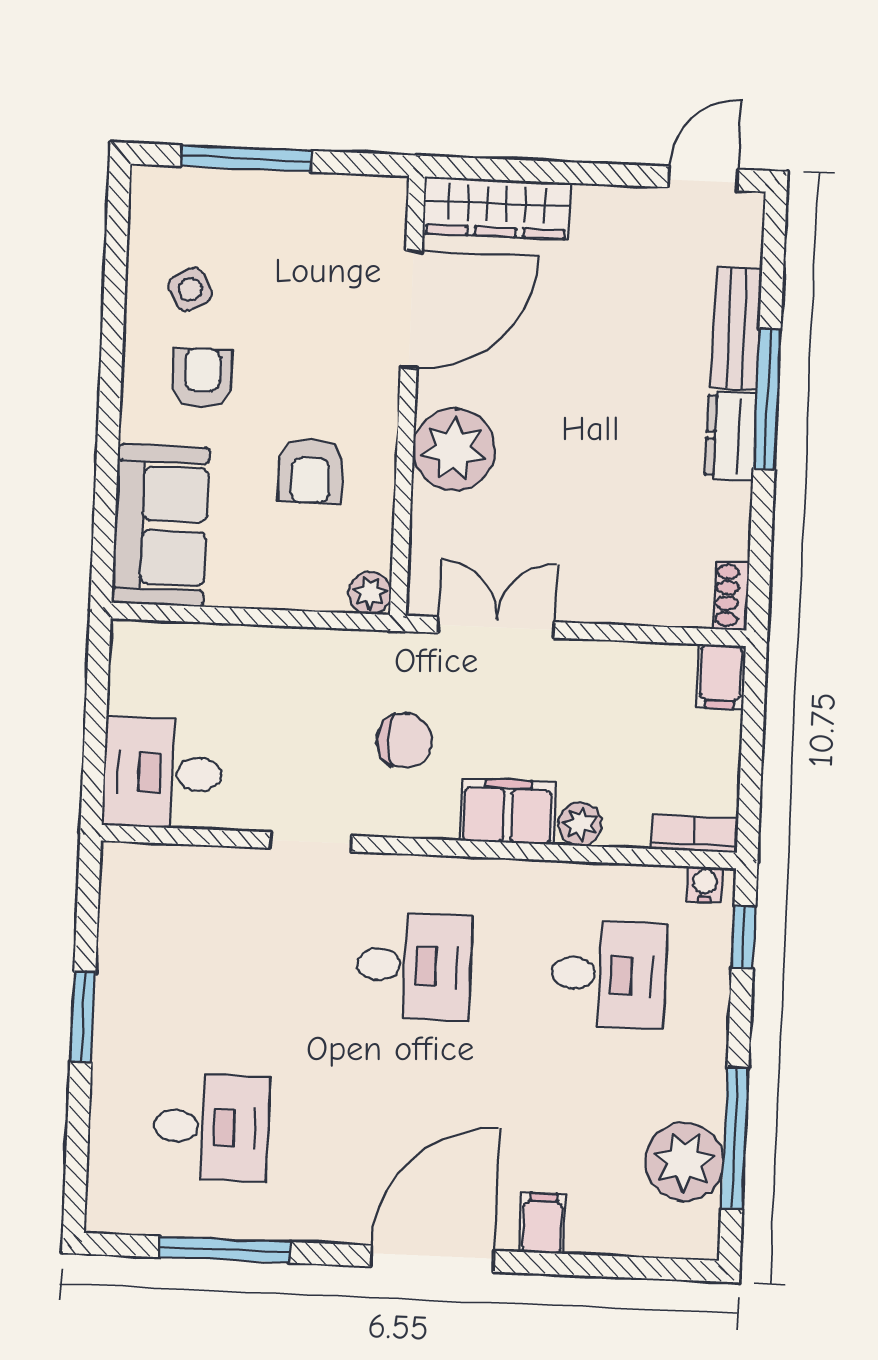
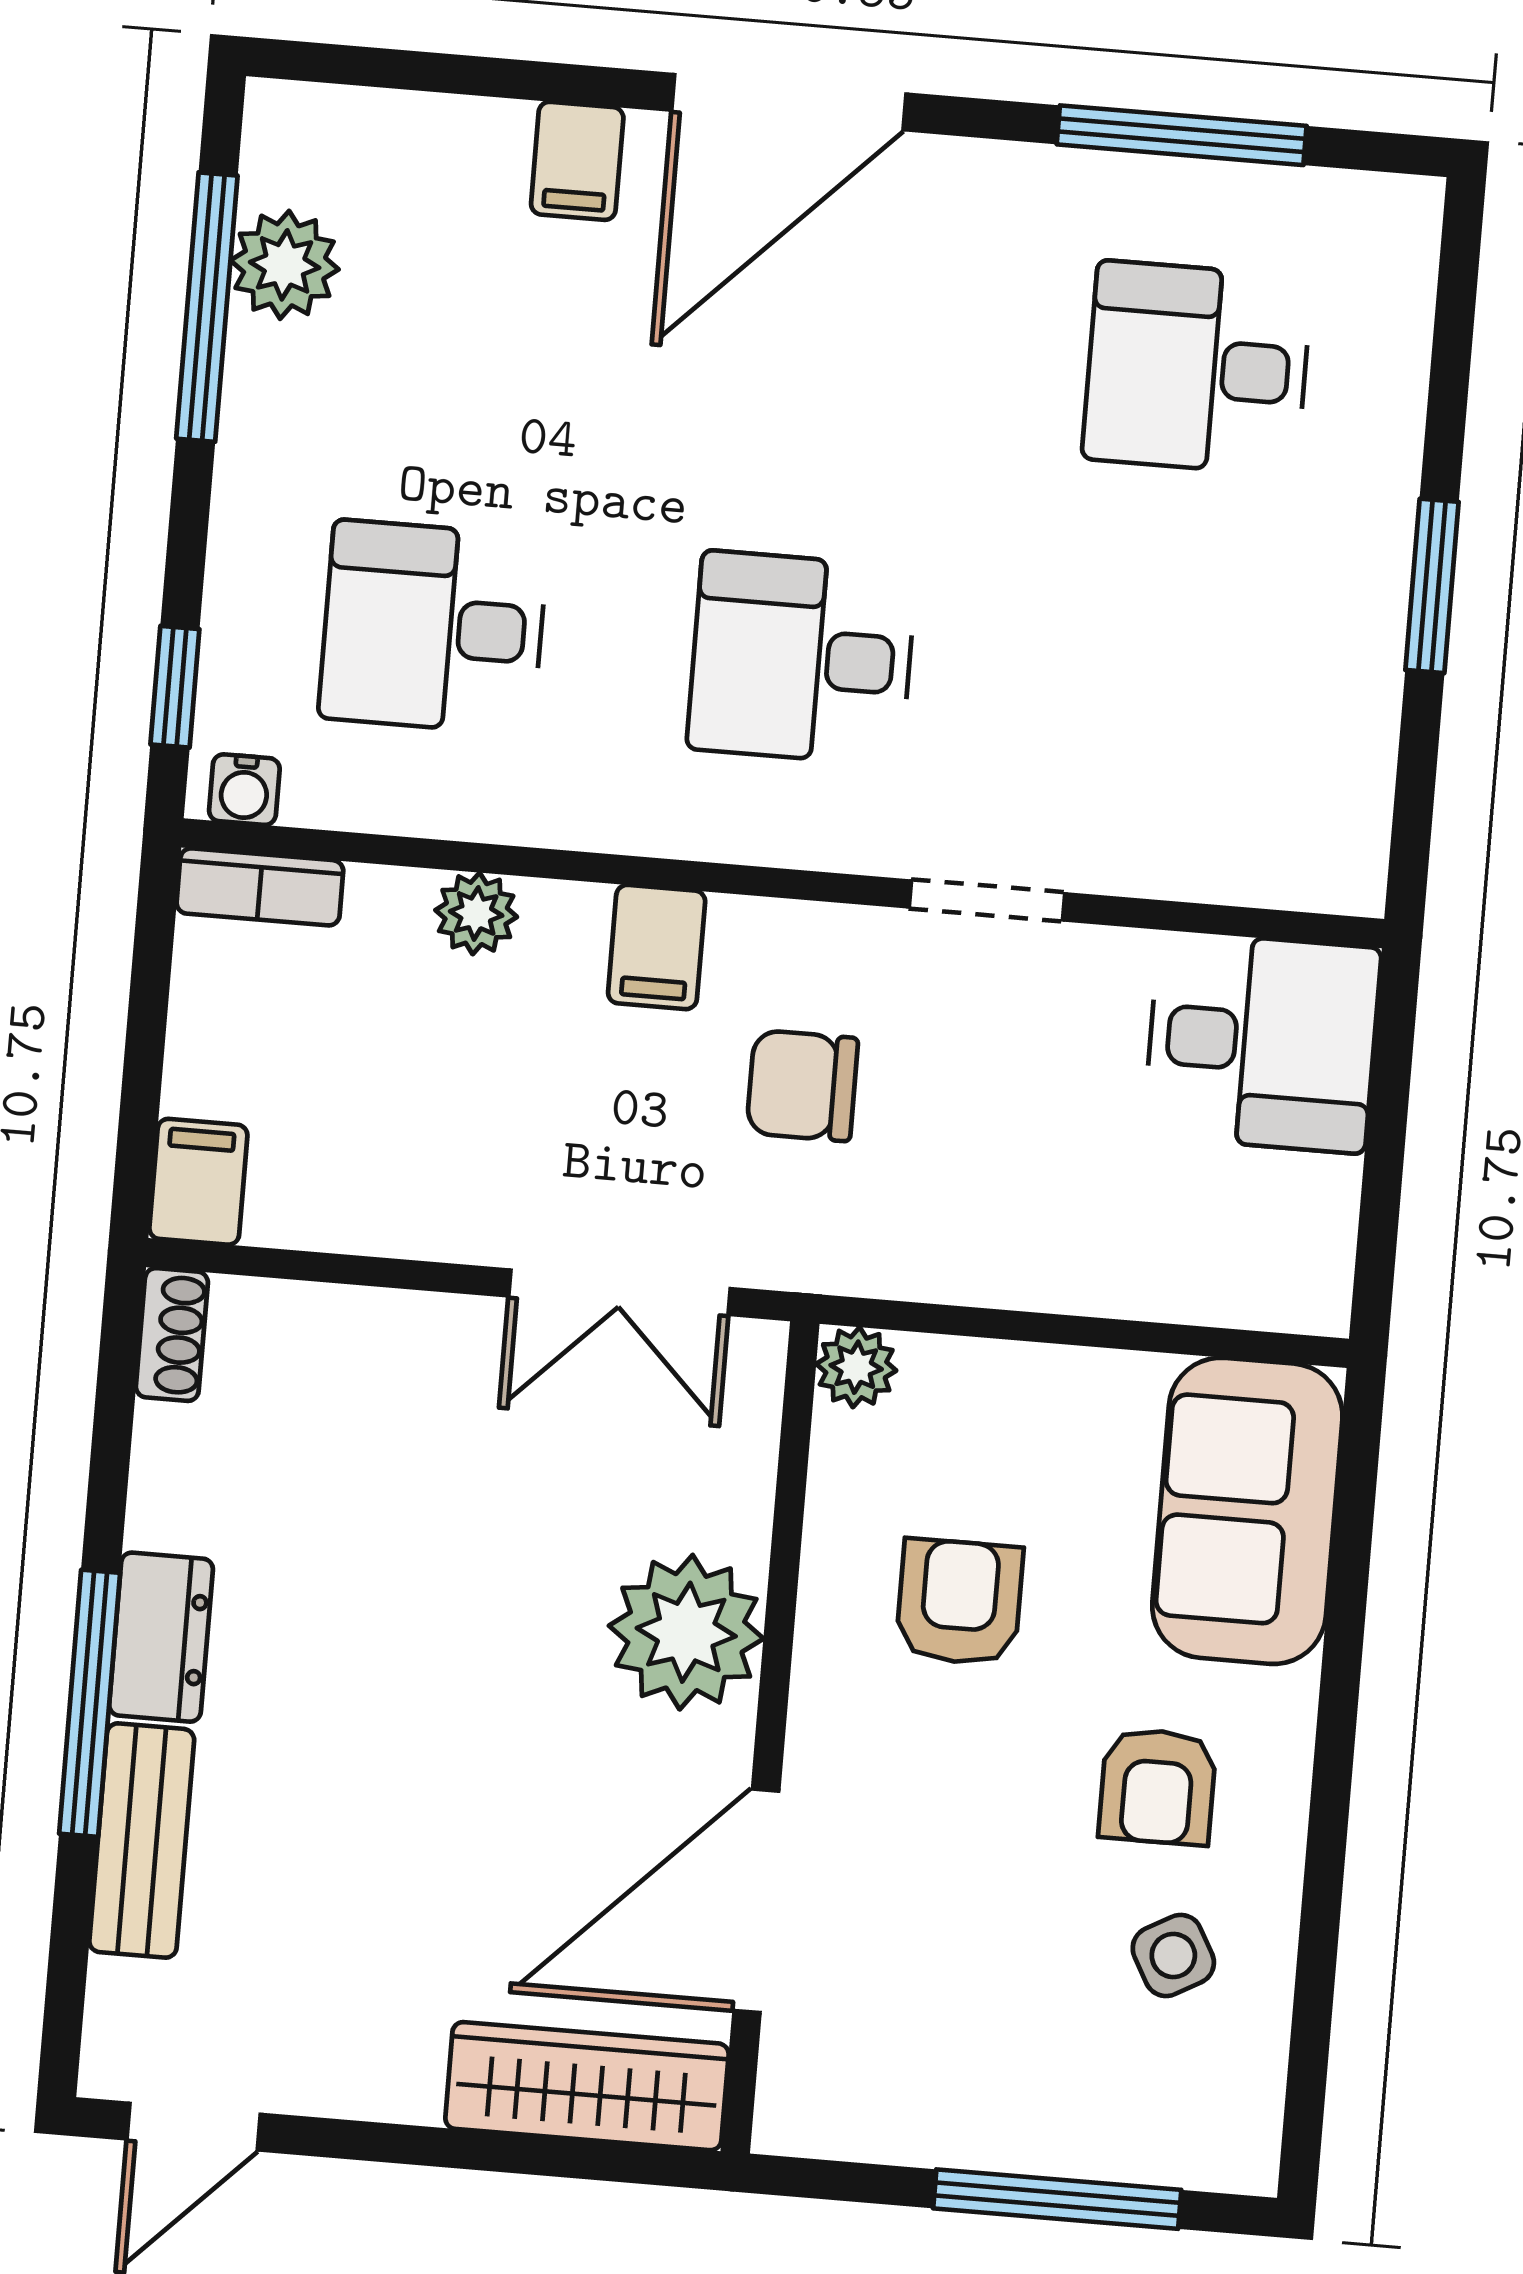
filing cabinet: (508, 811) -> (657, 947), width x0.50
plant: (684, 1162) -> (285, 265), width x0.73, depth x0.73

